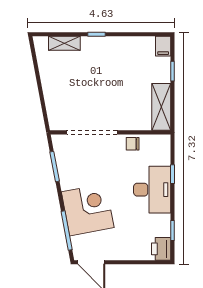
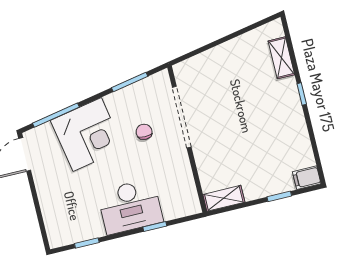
shelving: (161, 107) -> (224, 198), width x0.67, depth x0.75
chair: (133, 144) -> (144, 132), moved
printer: (161, 249) -> (61, 235), removed

